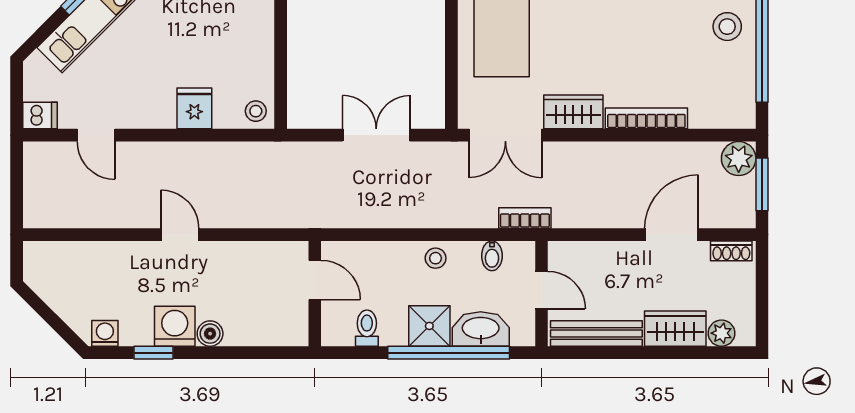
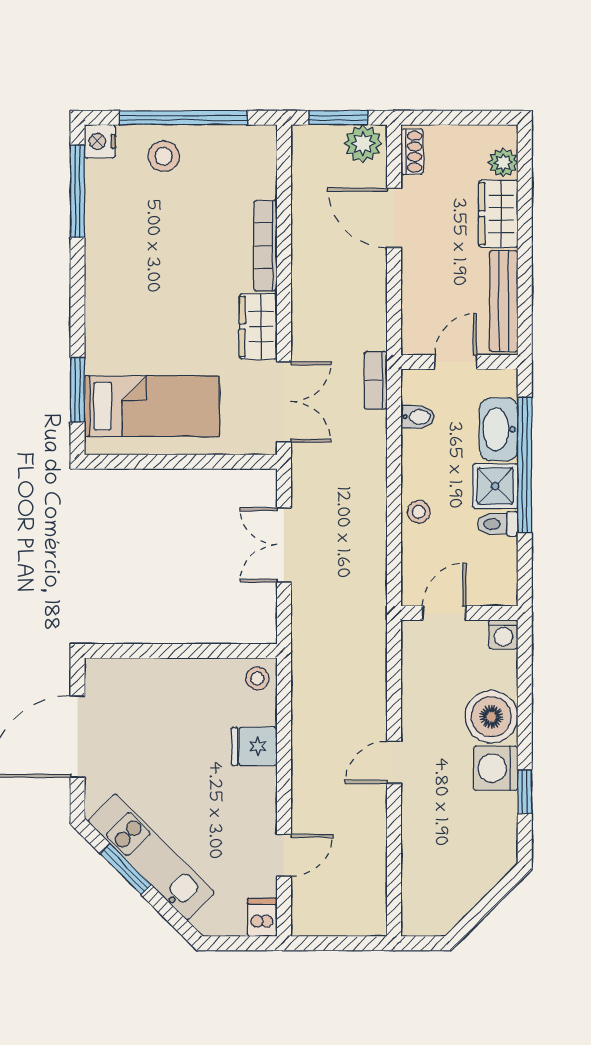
plant: (739, 159) -> (363, 144), moved
stool: (436, 258) -> (419, 512), moved
toilet: (367, 328) -> (498, 524), moved
washing machine: (105, 333) -> (503, 634), moved, turned -90
boiler: (210, 334) -> (491, 717), width x1.86, depth x1.86

